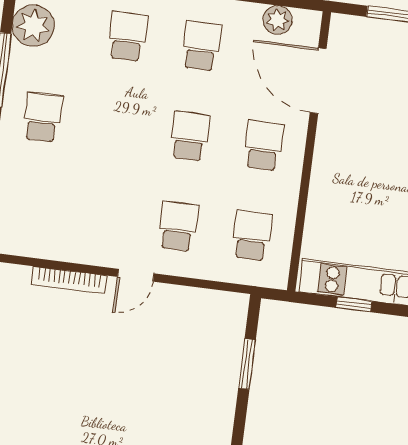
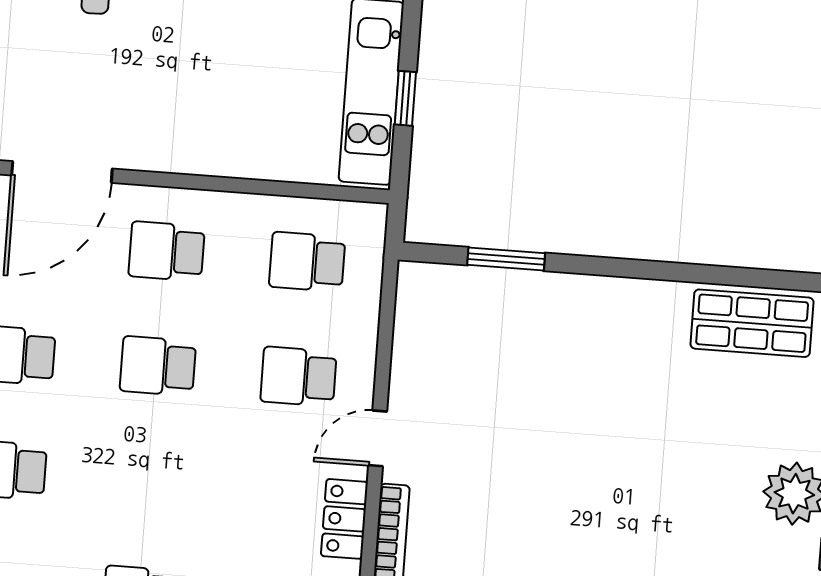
locker: (85, 251) -> (344, 519), added
door: (136, 275) -> (378, 438), swing flipped

